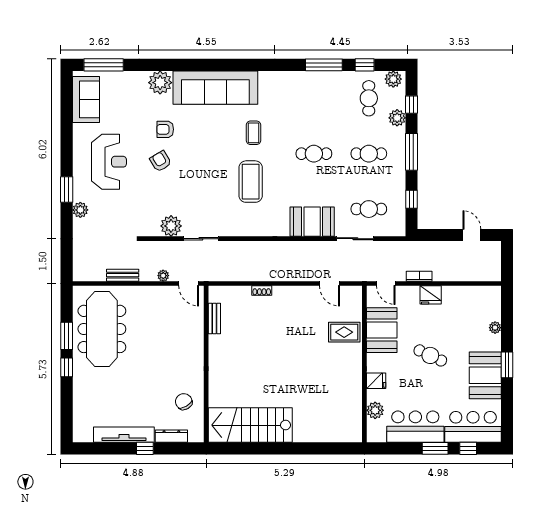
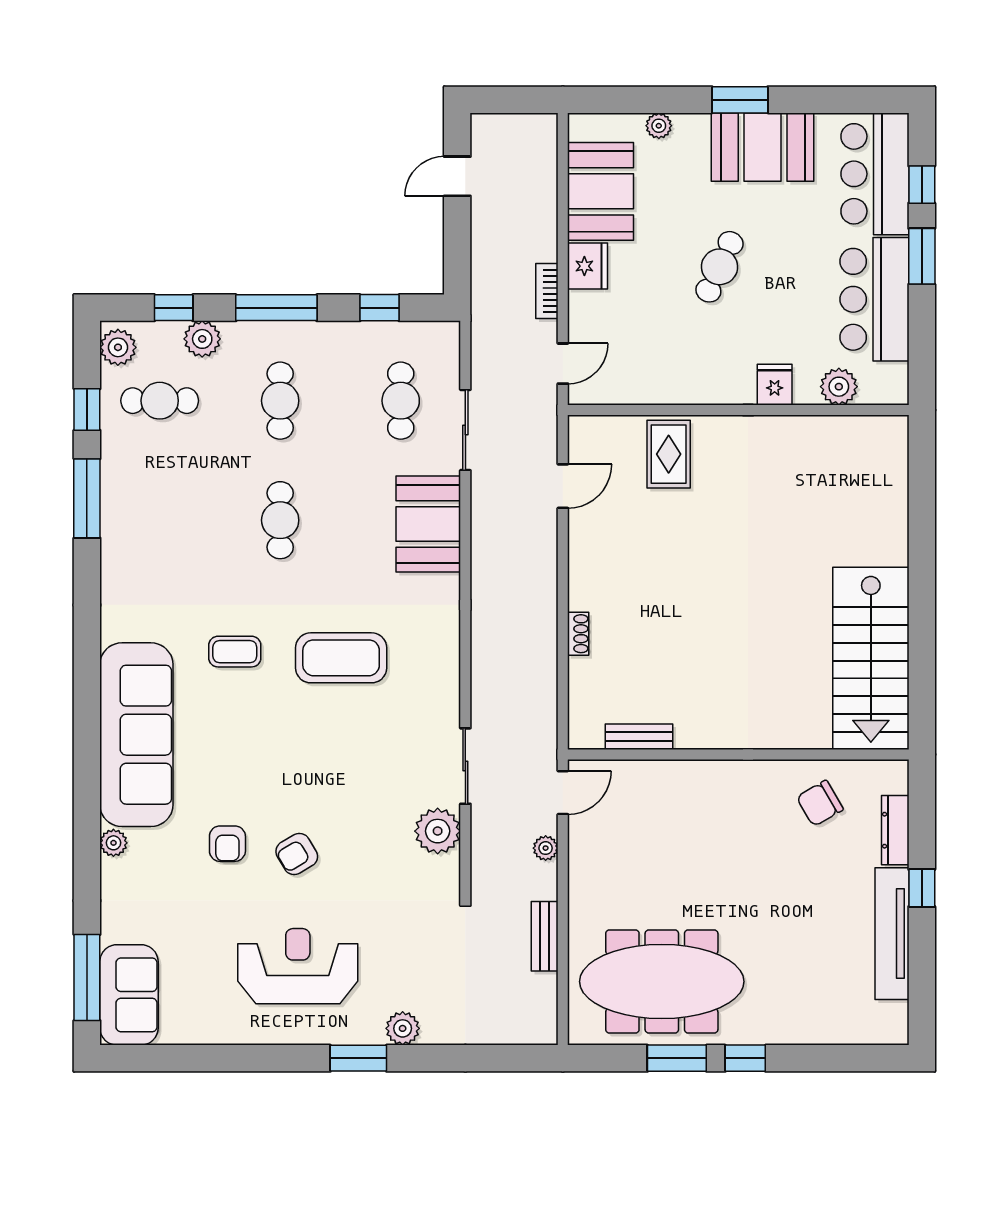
plant: (160, 83) -> (113, 843), width x0.53, depth x0.53
sofa: (86, 99) -> (129, 995), moved, turned 90
booth: (382, 330) -> (601, 191), moved, turned 90

